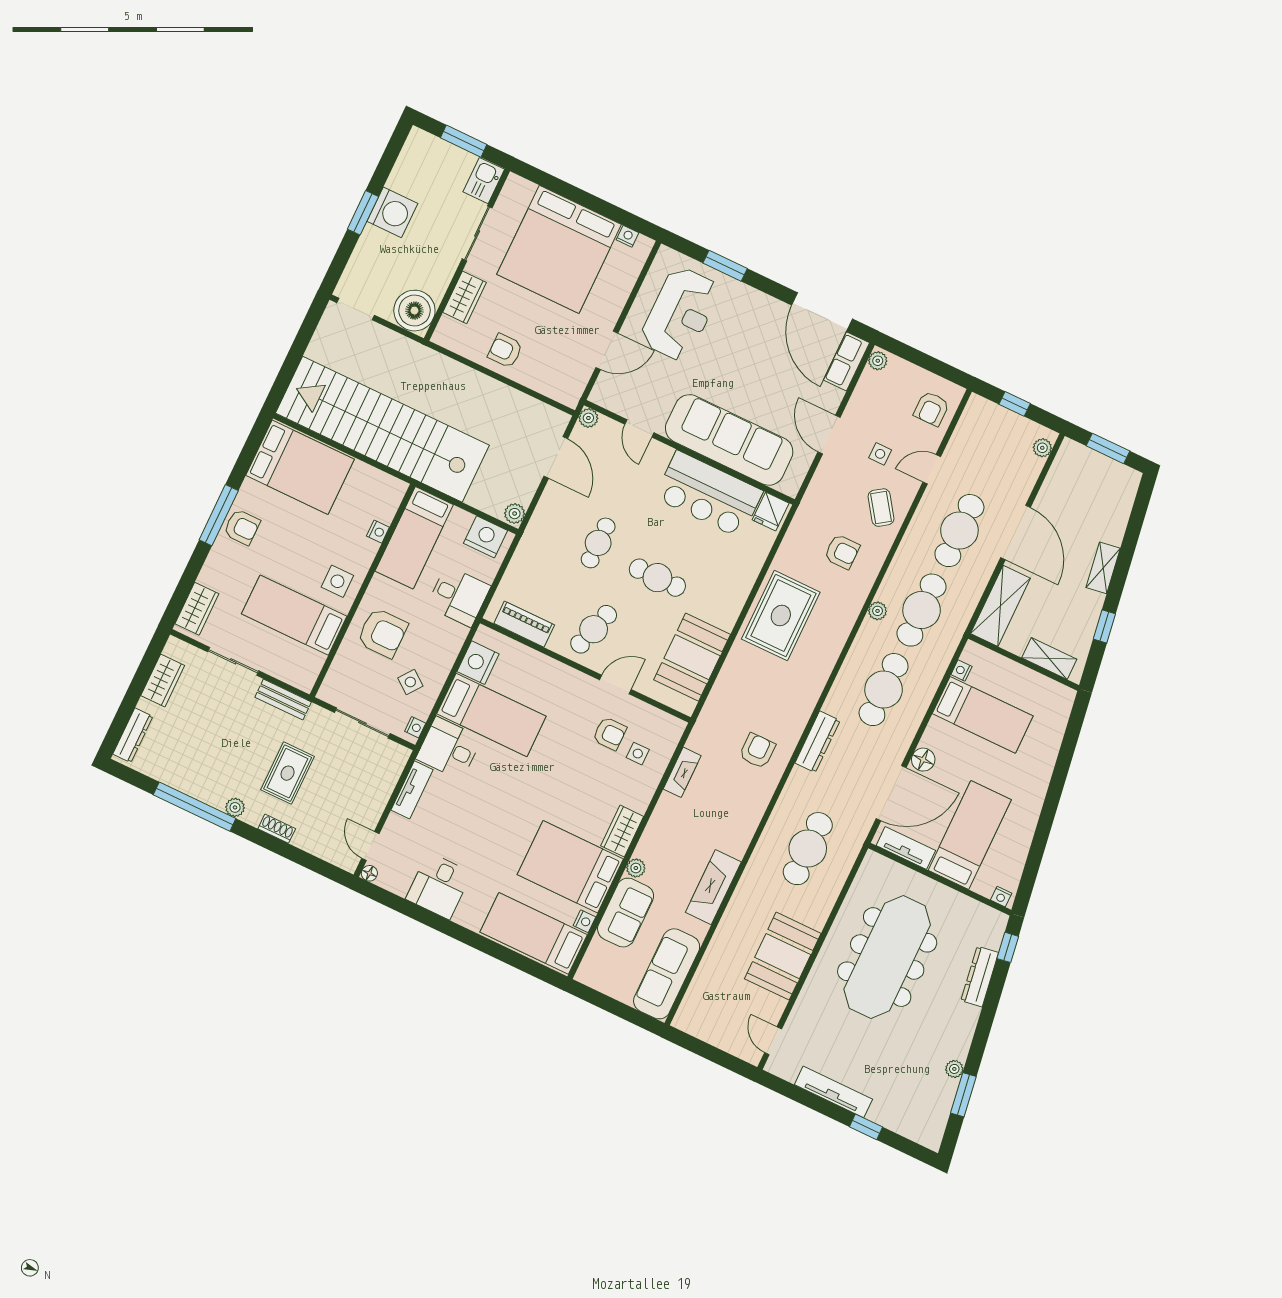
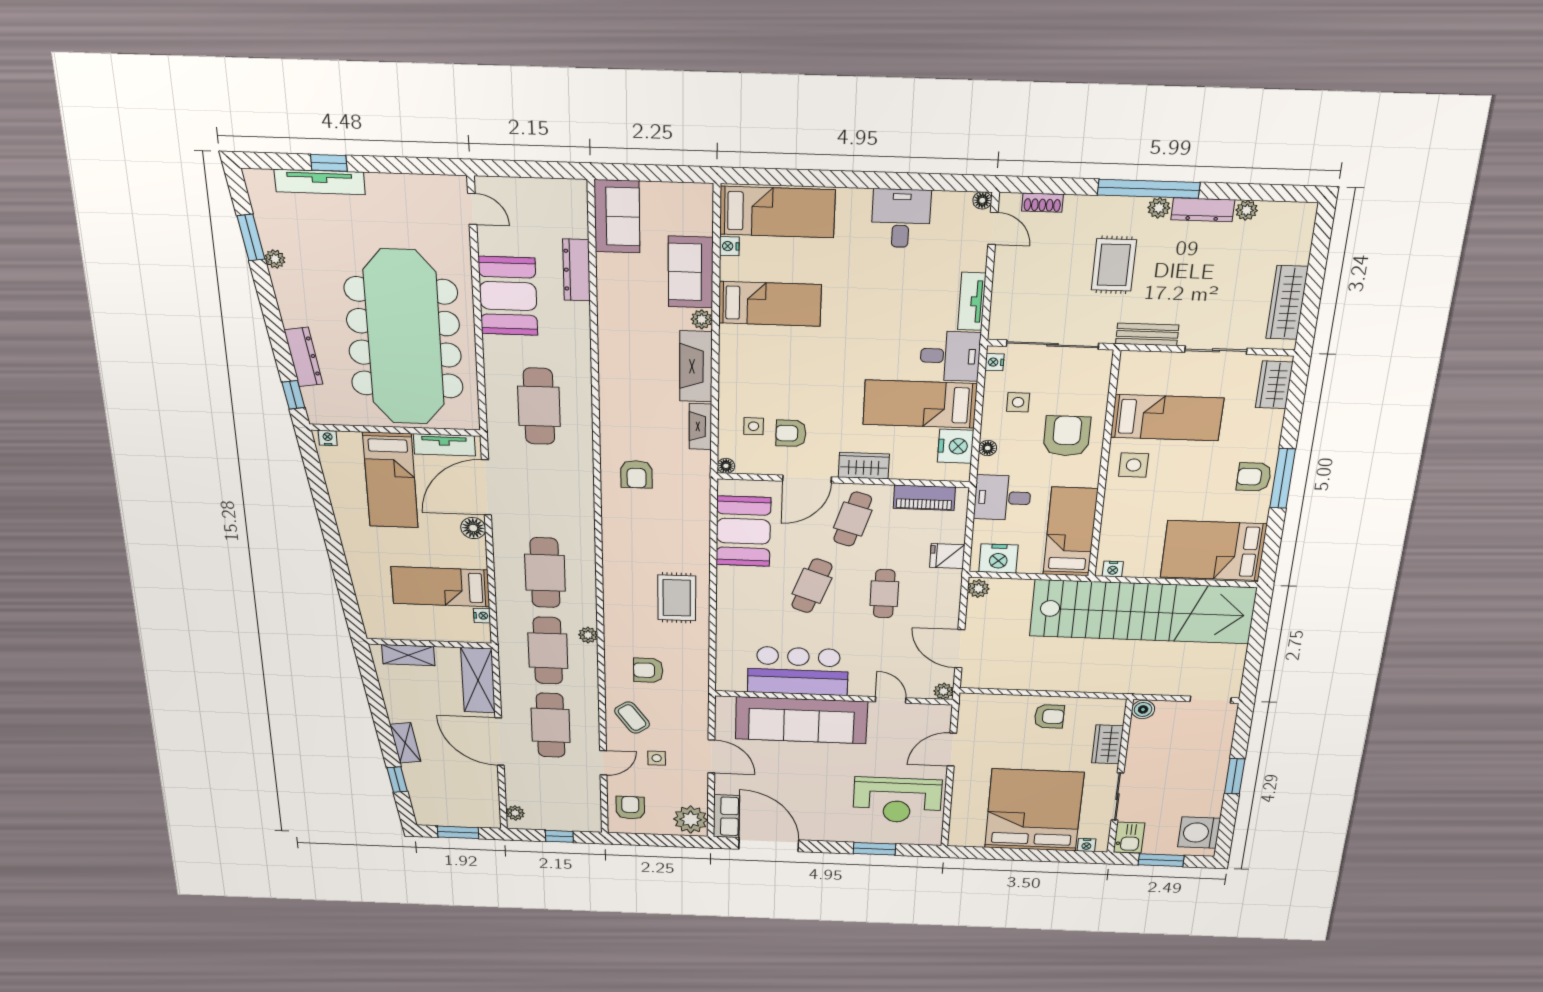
washing machine: (392, 212) -> (1199, 833), moved
nightstand: (628, 236) -> (1086, 845), moved
boiler: (414, 311) -> (1143, 709), width x0.54, depth x0.54
reception desk: (680, 314) -> (897, 800), turned -90
plant: (878, 361) -> (691, 819), width x1.87, depth x1.87
fridge: (771, 511) -> (947, 556), moved, turned -90
nightstand: (378, 532) -> (1113, 569), moved, turned -90
cafe table: (657, 578) -> (812, 586), turned -70
rug: (781, 616) -> (677, 598), width x0.73, depth x0.70
window: (1104, 626) -> (397, 780), moved
armchair: (382, 633) -> (1067, 436), turned 90
floor lamp: (452, 649) -> (988, 448), added
wardrobe: (163, 680) -> (1287, 303), width x1.50
side table: (410, 682) -> (1018, 402), turned -37
door: (615, 685) -> (807, 479), width x1.38
sliding door: (362, 723) -> (1053, 345), width x1.37
floor lamp: (678, 726) -> (726, 466), added
dresser: (133, 735) -> (1203, 210), moved, turned -90
dresser: (817, 742) -> (576, 270), moved
plant: (168, 776) -> (1247, 210), added
window: (195, 807) -> (1149, 189), moved
shoe rack: (277, 829) -> (1042, 203), moved
wardrobe: (622, 831) -> (864, 466), moved, turned -90
bed: (570, 867) -> (770, 304), width x0.67
fireplace: (713, 887) -> (696, 366), moved, turned 180
meeting table: (887, 957) -> (404, 338), width x1.36, depth x1.27
sofa: (667, 974) -> (617, 216), width x0.73
tv unit: (833, 1092) -> (320, 182), moved

